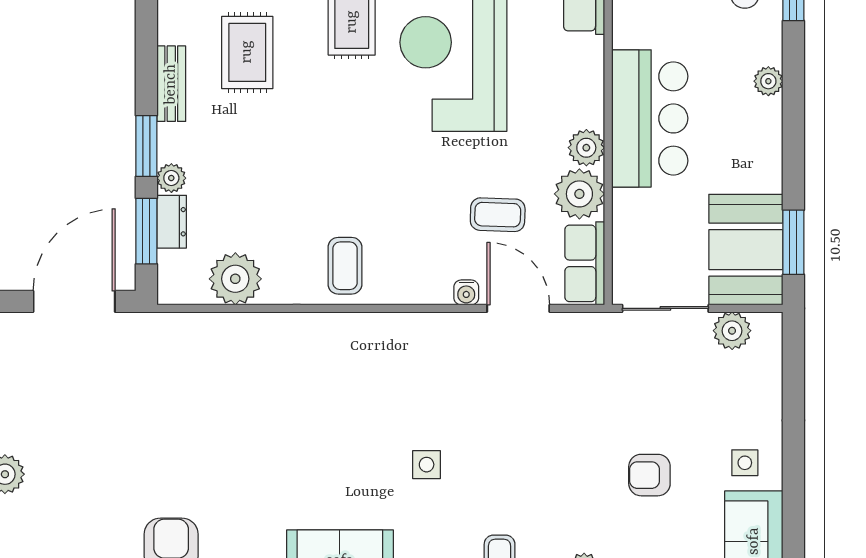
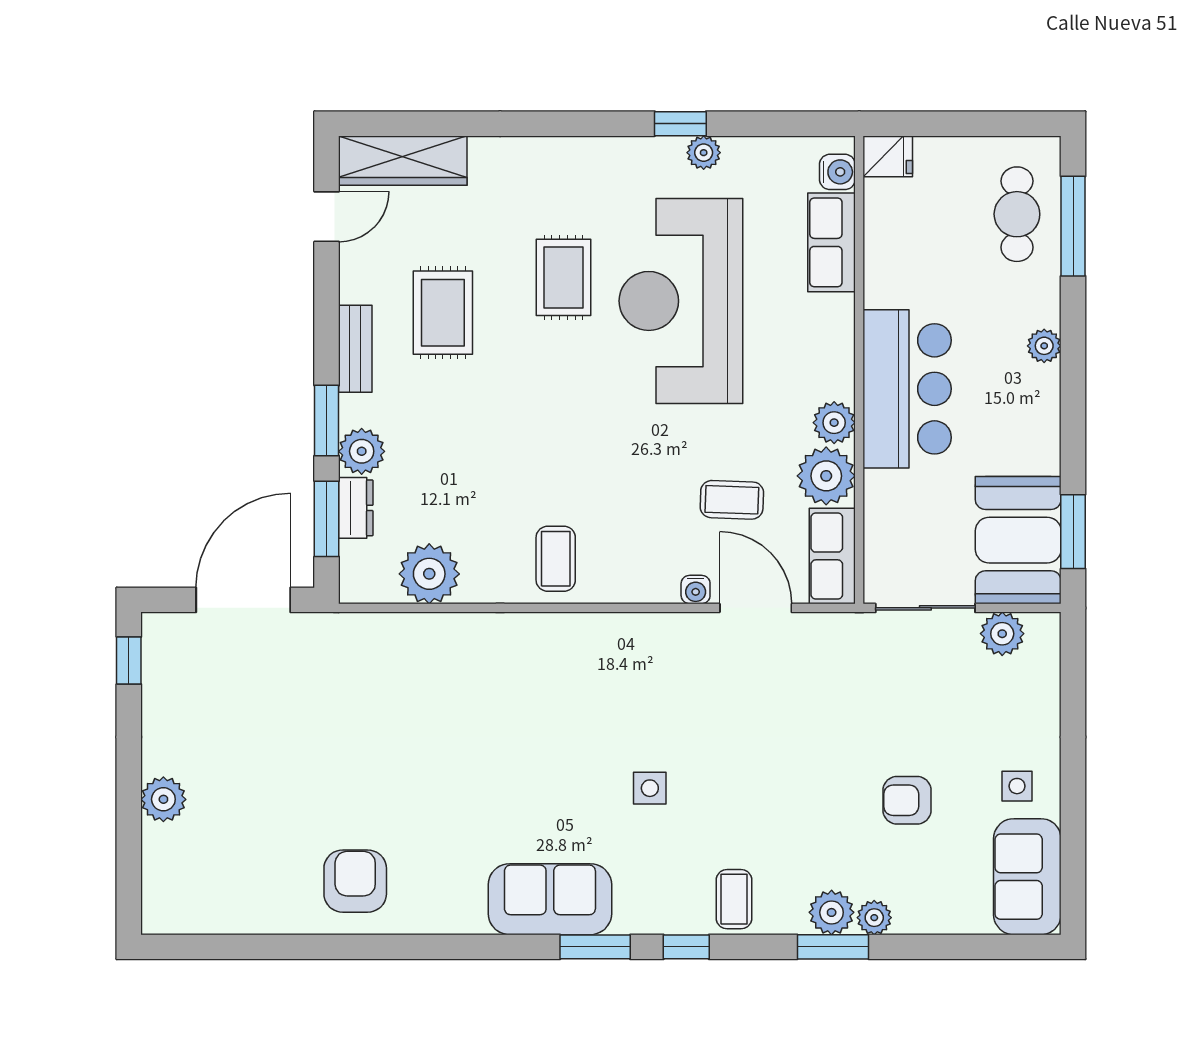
plant: (171, 178) -> (362, 451), width x1.38, depth x1.38

